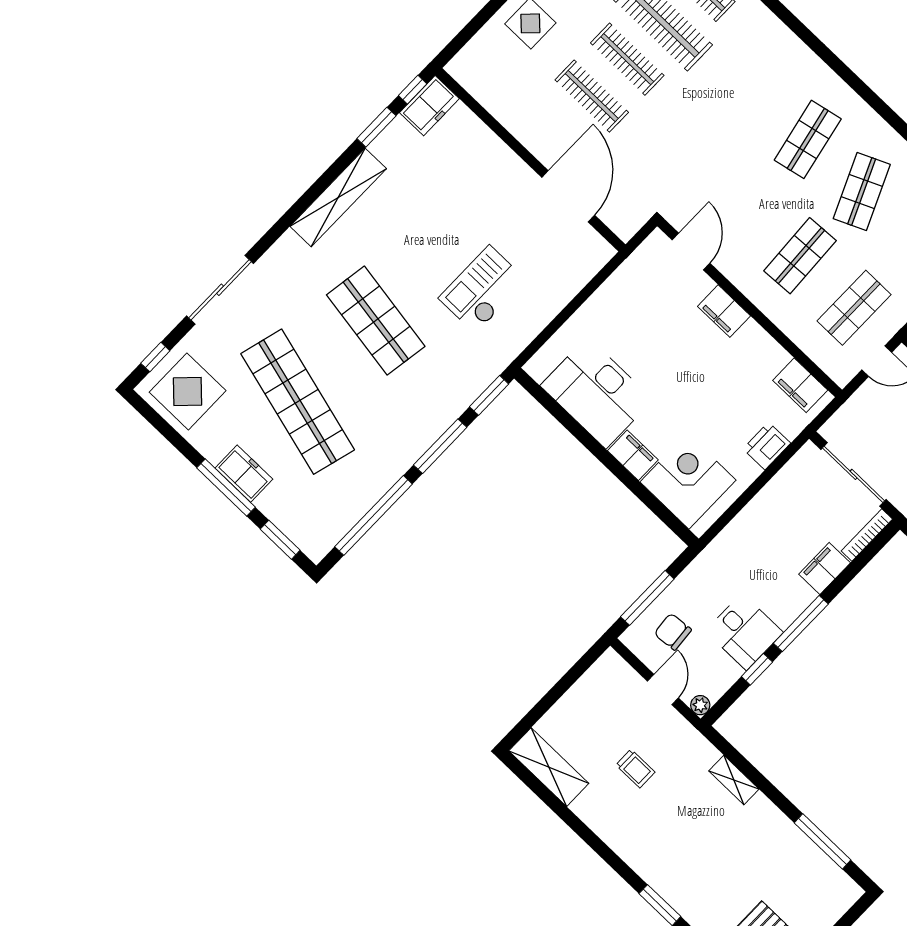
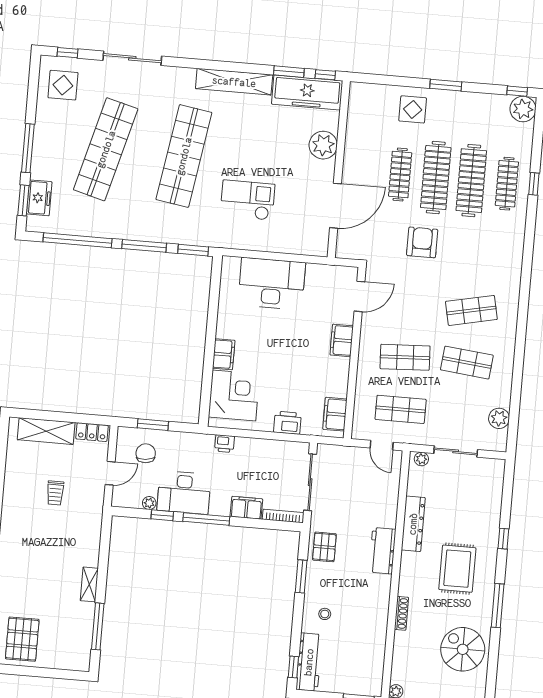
clothes rail: (627, 59) -> (436, 178), width x1.37, depth x1.31
freezer: (429, 106) -> (307, 92), width x1.91, depth x1.26
armchair: (687, 133) -> (422, 242), added
plant: (489, 155) -> (323, 145), added
shop shelf: (862, 191) -> (467, 363), turned 30
shop shelf: (376, 321) -> (184, 156), width x1.40
display table: (188, 391) -> (63, 85), width x0.73, depth x0.73
desk: (597, 393) -> (272, 284), moved, turned 90
freezer: (244, 474) -> (39, 198), moved
printer: (733, 535) -> (225, 444), added
window: (647, 598) -> (153, 425), width x0.69
desk: (744, 632) -> (184, 493), width x1.37
locker: (601, 672) -> (92, 432), added
plant: (700, 705) -> (149, 503), moved
shelving: (549, 767) -> (46, 431), moved, turned 90
shelving: (734, 780) -> (89, 584), moved

